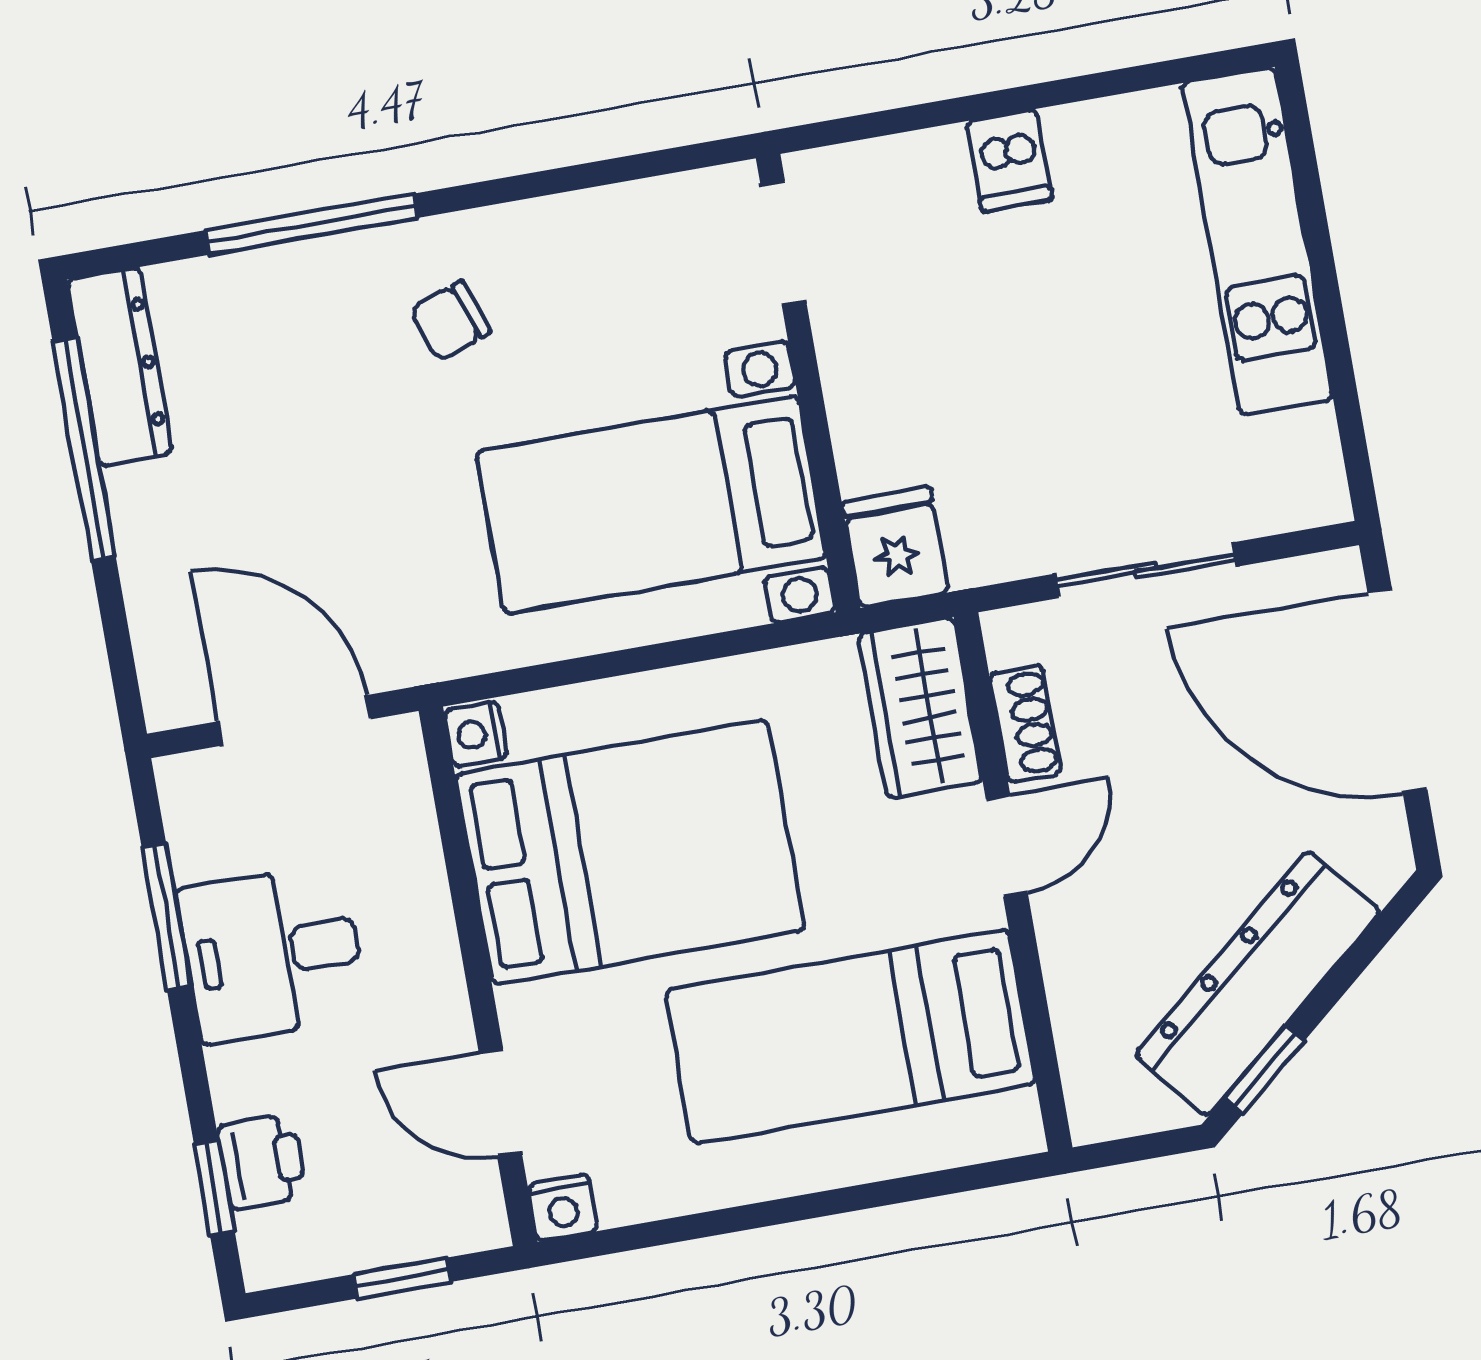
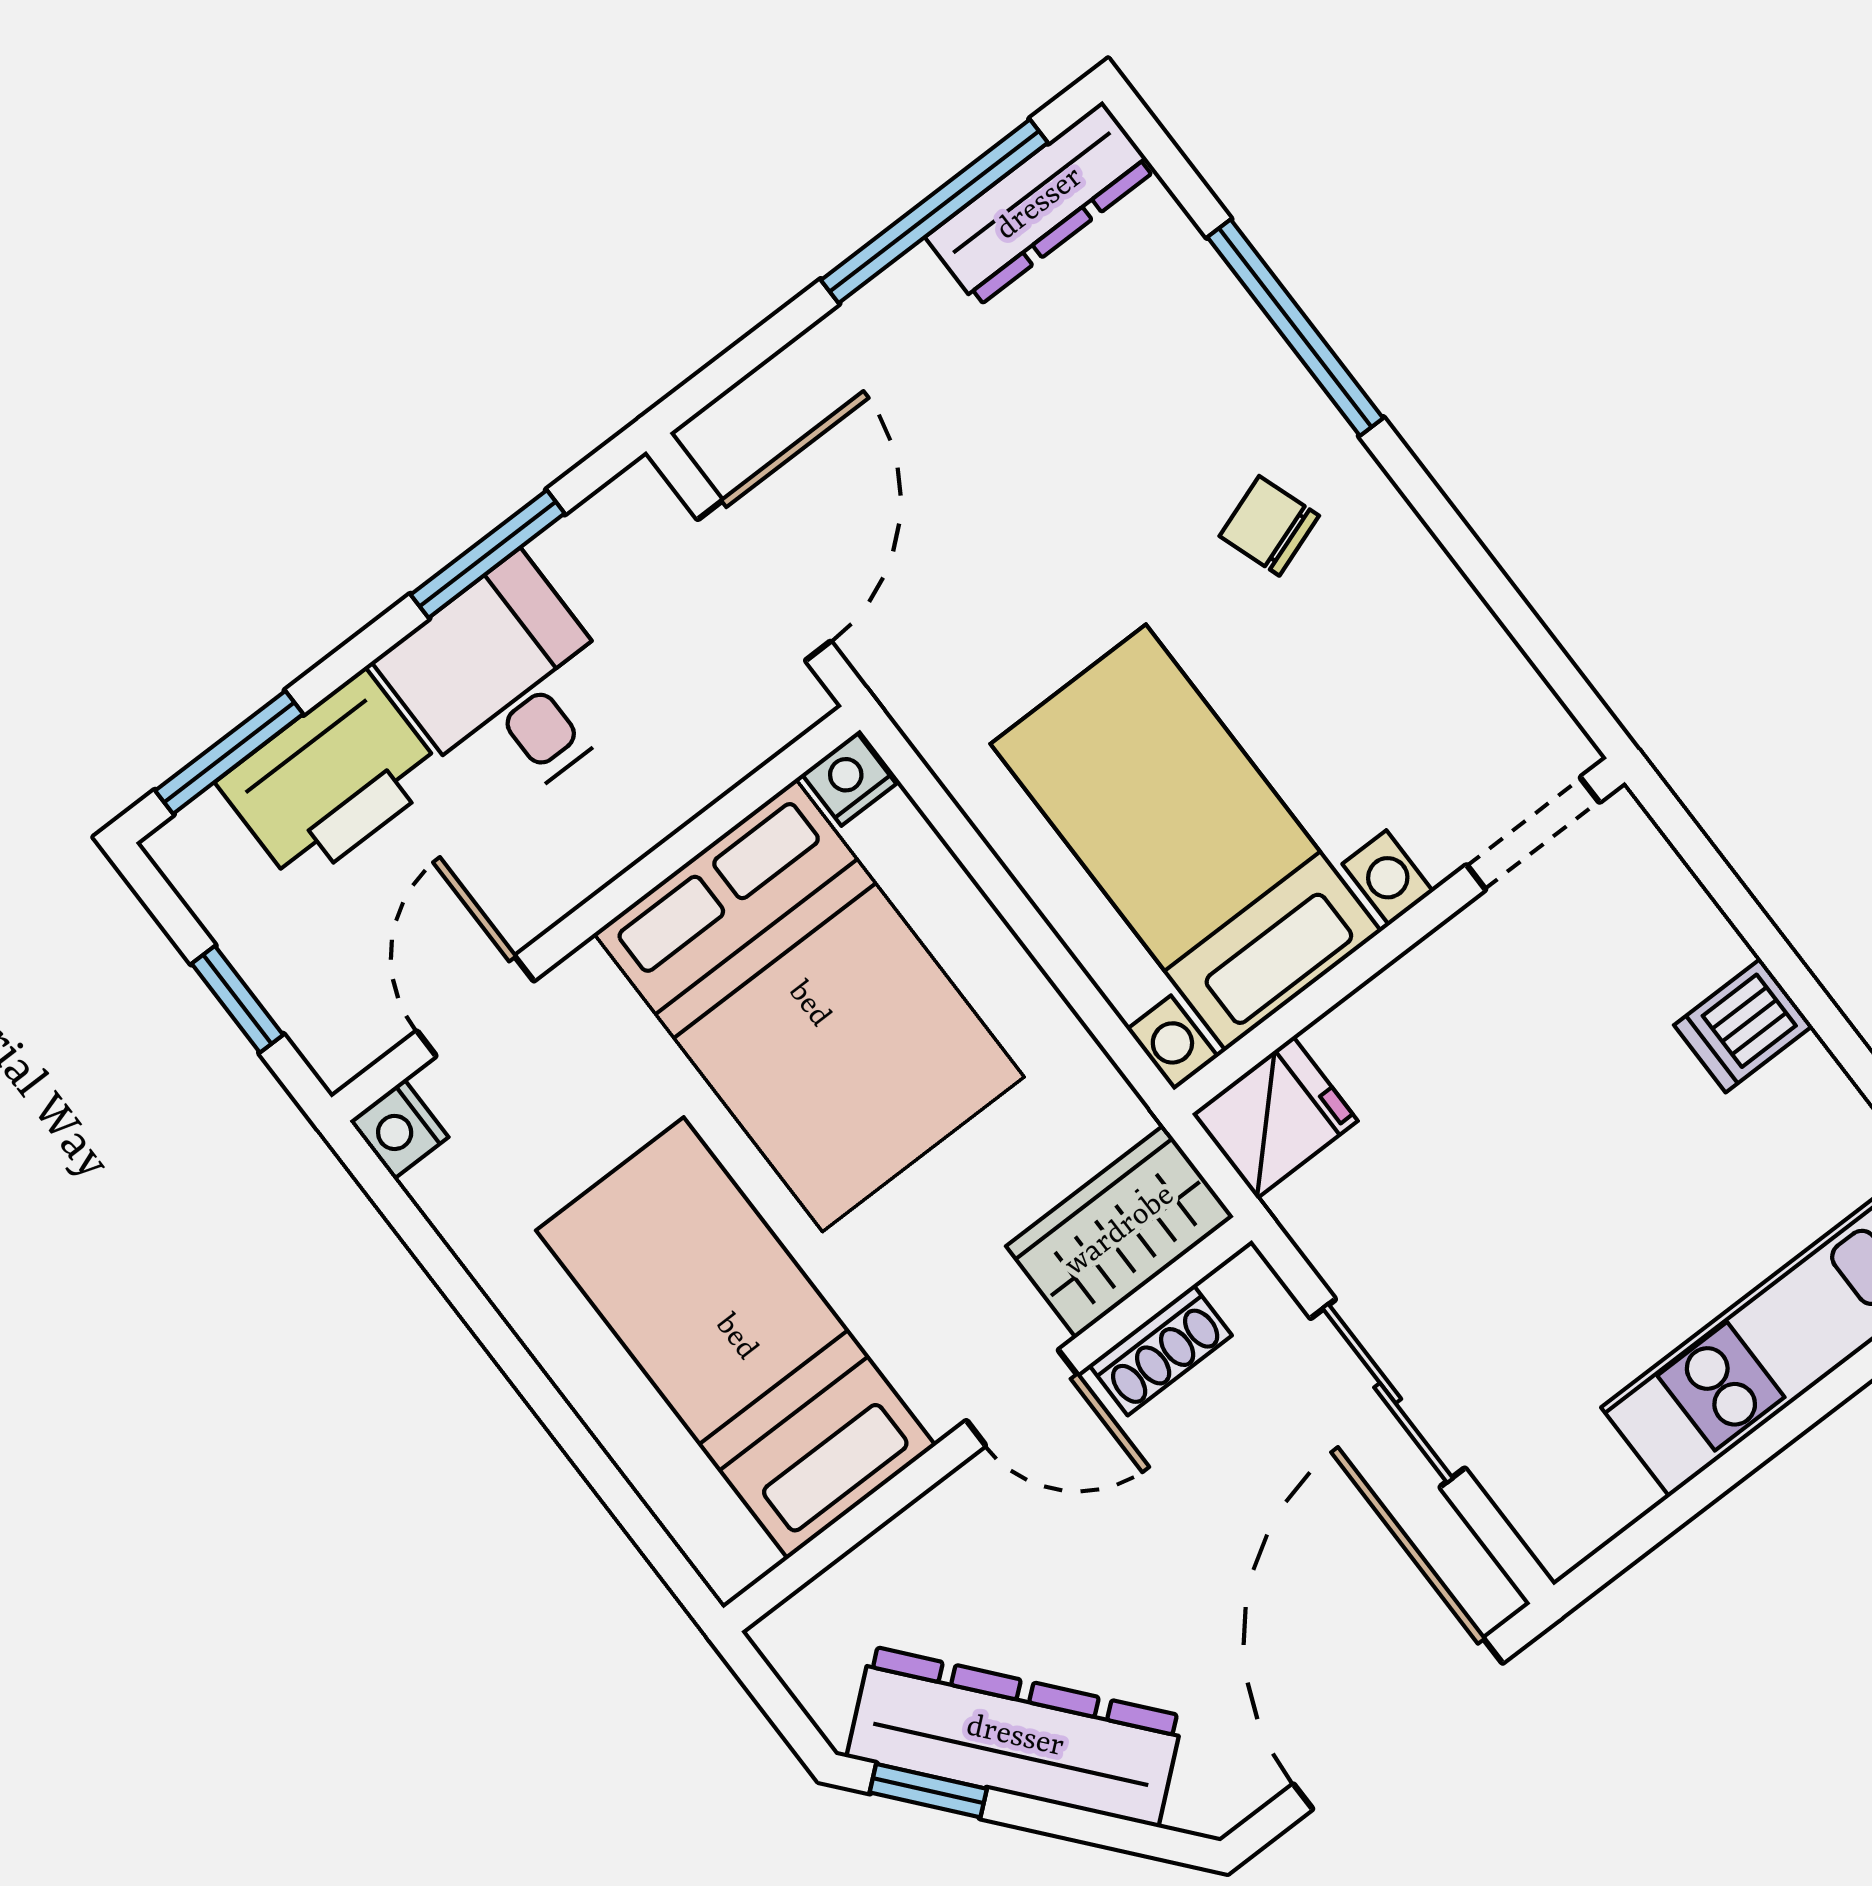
printer: (262, 1162) -> (331, 779), width x1.87, depth x1.48
window: (214, 1188) -> (229, 752), width x1.50

